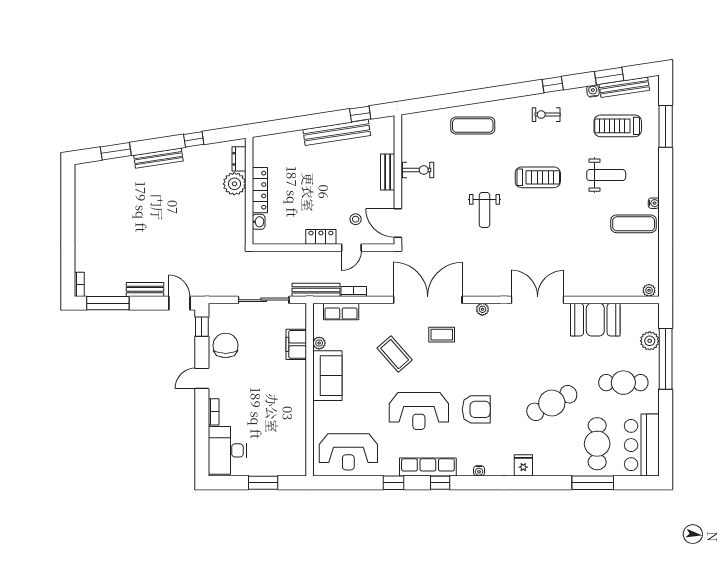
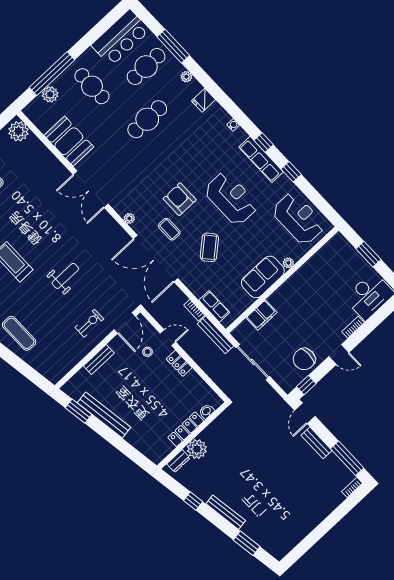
window: (360, 114) -> (78, 411), width x1.50
exercise bike: (418, 170) -> (89, 323), moved, turned 90
plant: (649, 290) -> (18, 131), width x1.87, depth x1.87
plant: (319, 343) -> (288, 263), moved
cafe table: (552, 403) -> (147, 119), turned -62
armchair: (476, 409) -> (180, 199), moved
plant: (557, 470) -> (186, 77), added

